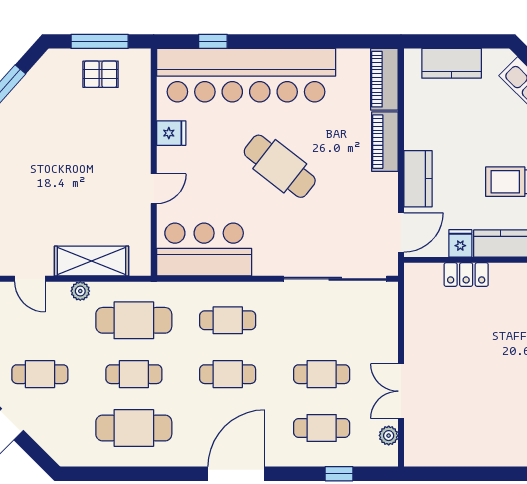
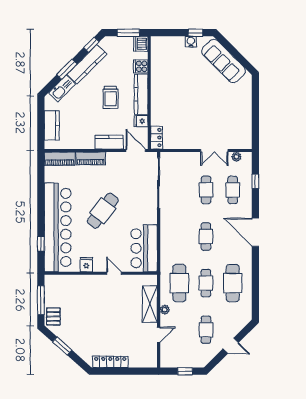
pallet: (101, 74) -> (53, 316), moved
locker: (466, 275) -> (157, 138), moved
cafe table: (228, 320) -> (179, 237), removed

